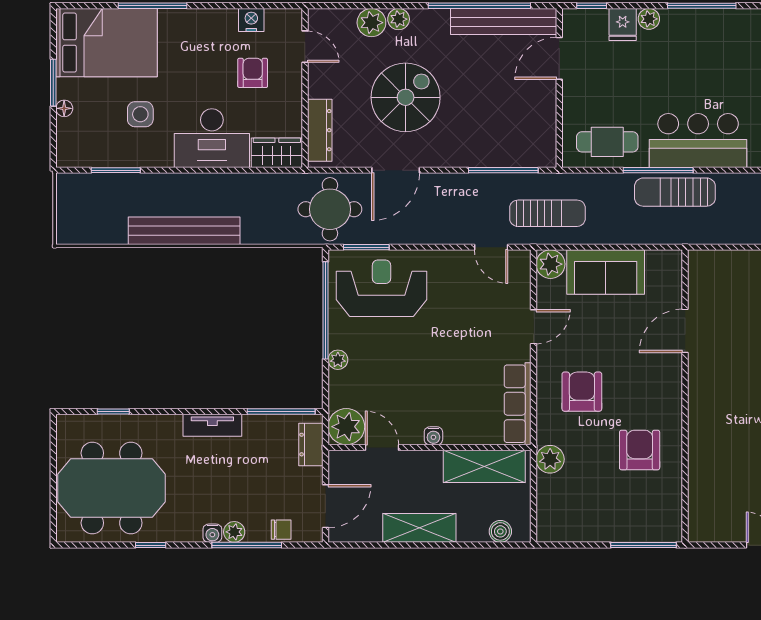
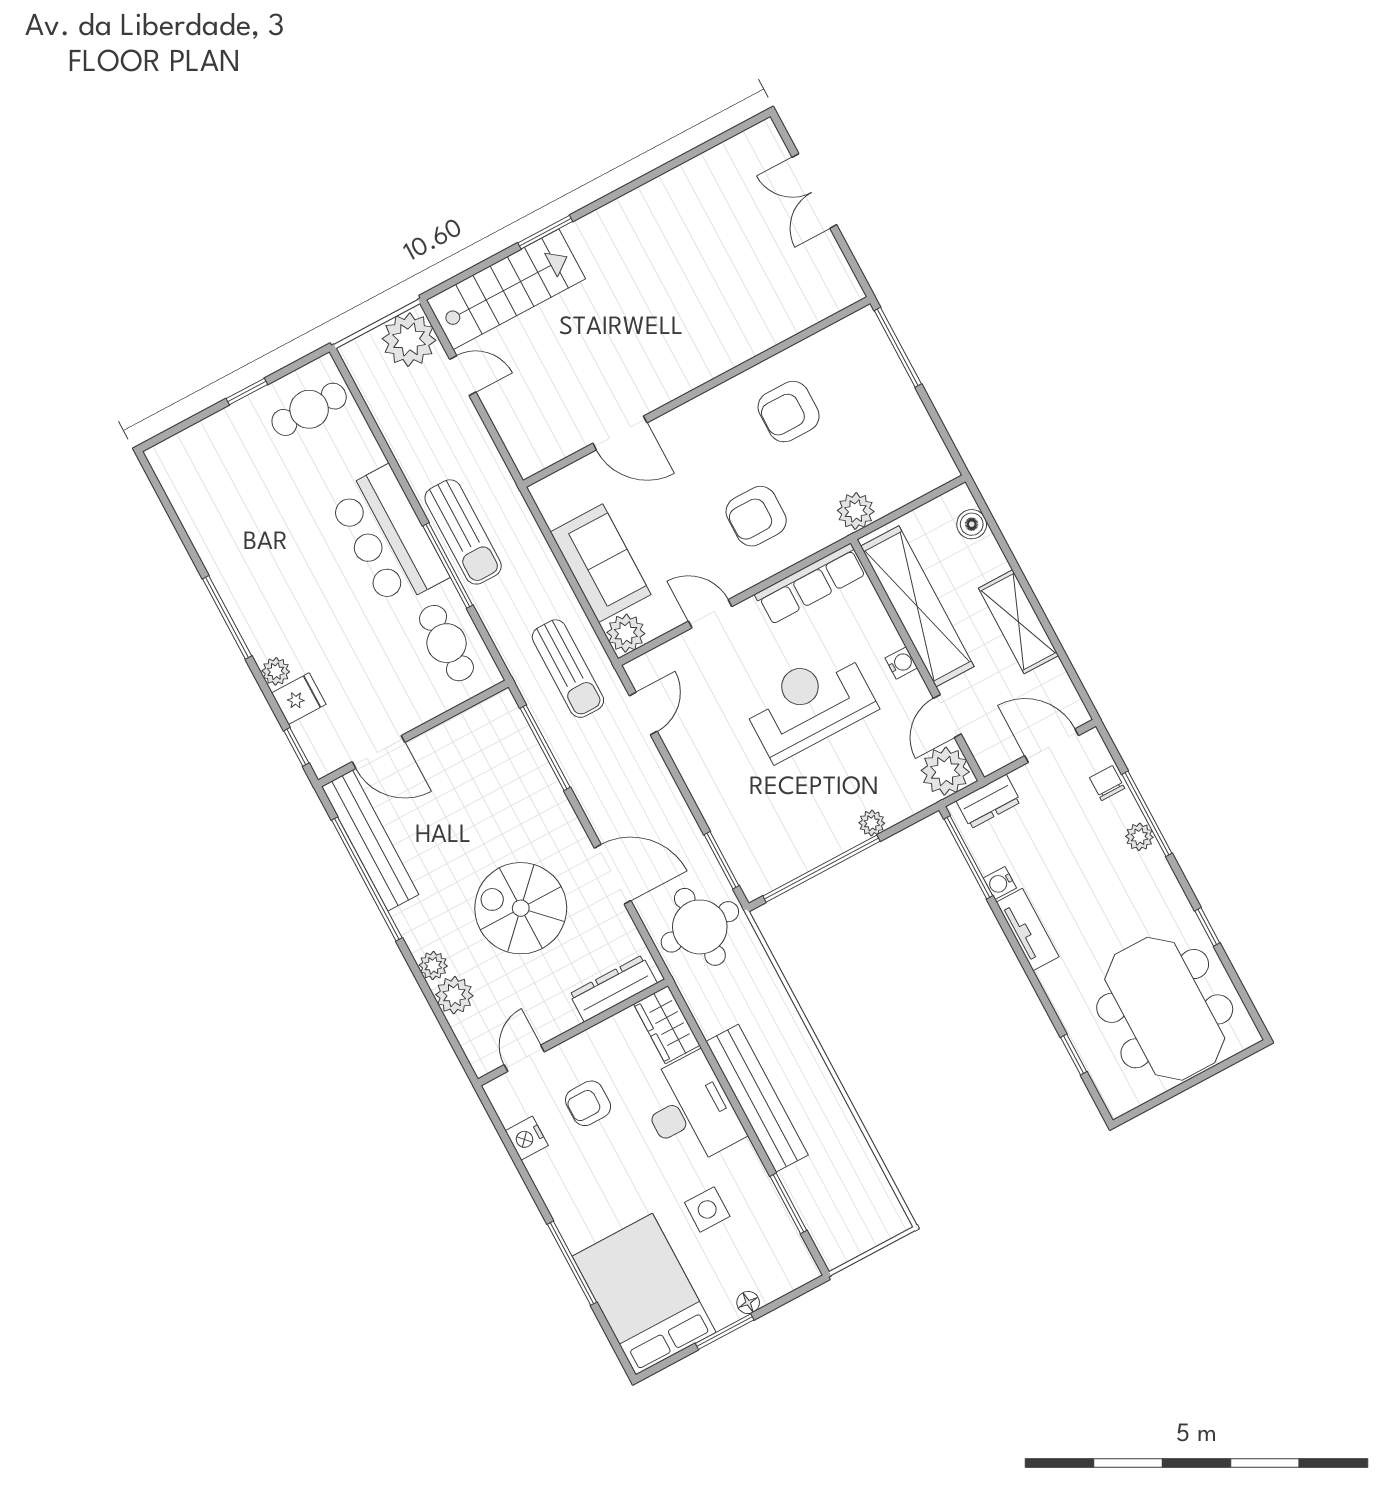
sun lounger: (547, 213) -> (568, 669), turned 180
bench: (184, 231) -> (757, 1098), moved
reception desk: (382, 288) -> (809, 704), moved, turned 90
shelving: (484, 466) -> (917, 606), width x1.47
water cooler: (212, 533) -> (1000, 883), moved, turned 180

